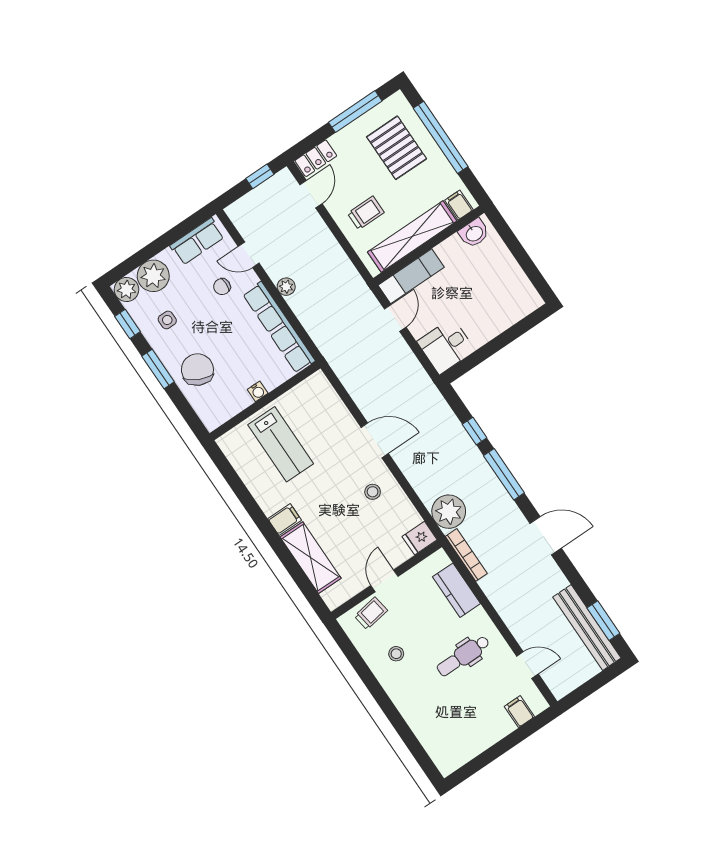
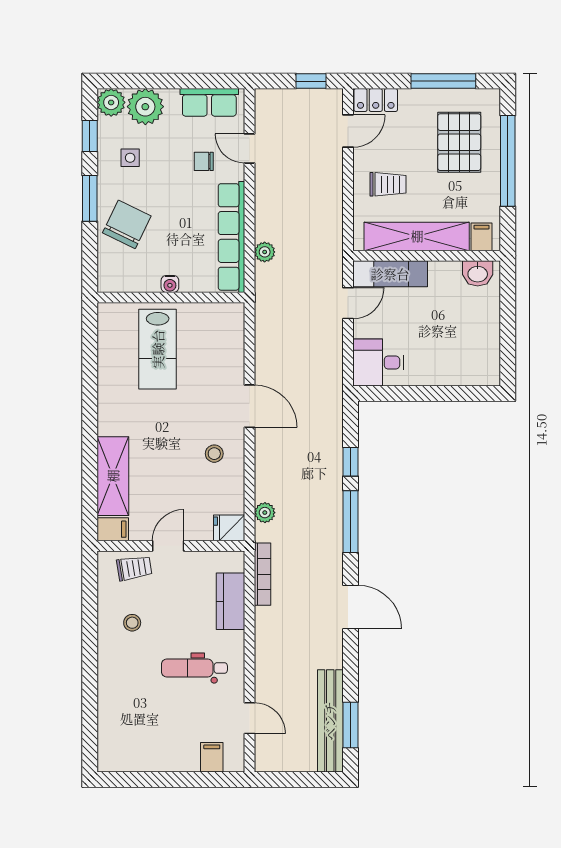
plant: (286, 287) -> (265, 252), moved
plant: (449, 512) -> (265, 513), width x0.53, depth x0.53
filing cabinet: (285, 519) -> (113, 529), moved

